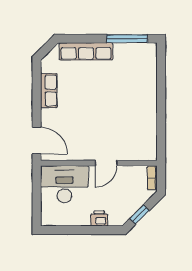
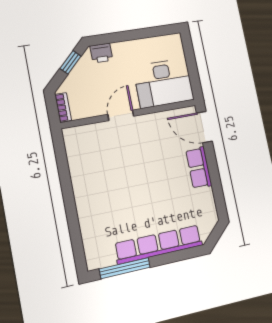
row of seats: (86, 51) -> (159, 244), width x1.36
row of seats: (49, 91) -> (199, 168), moved
printer: (99, 218) -> (101, 53), moved

